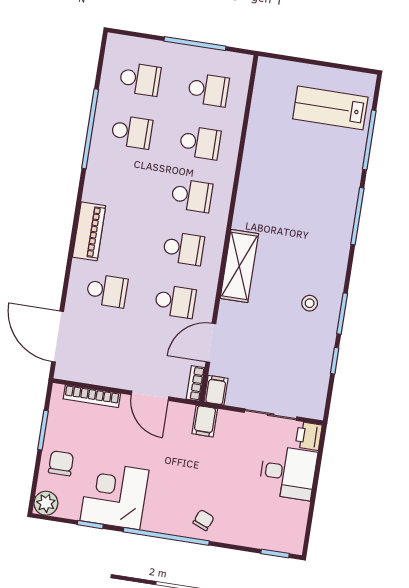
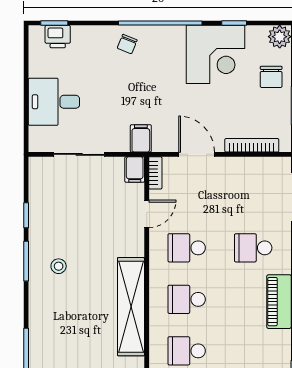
shelving: (239, 266) -> (131, 307), width x1.47
door: (211, 343) -> (147, 214), width x0.73
printer: (309, 436) -> (58, 37), moved, turned 90

